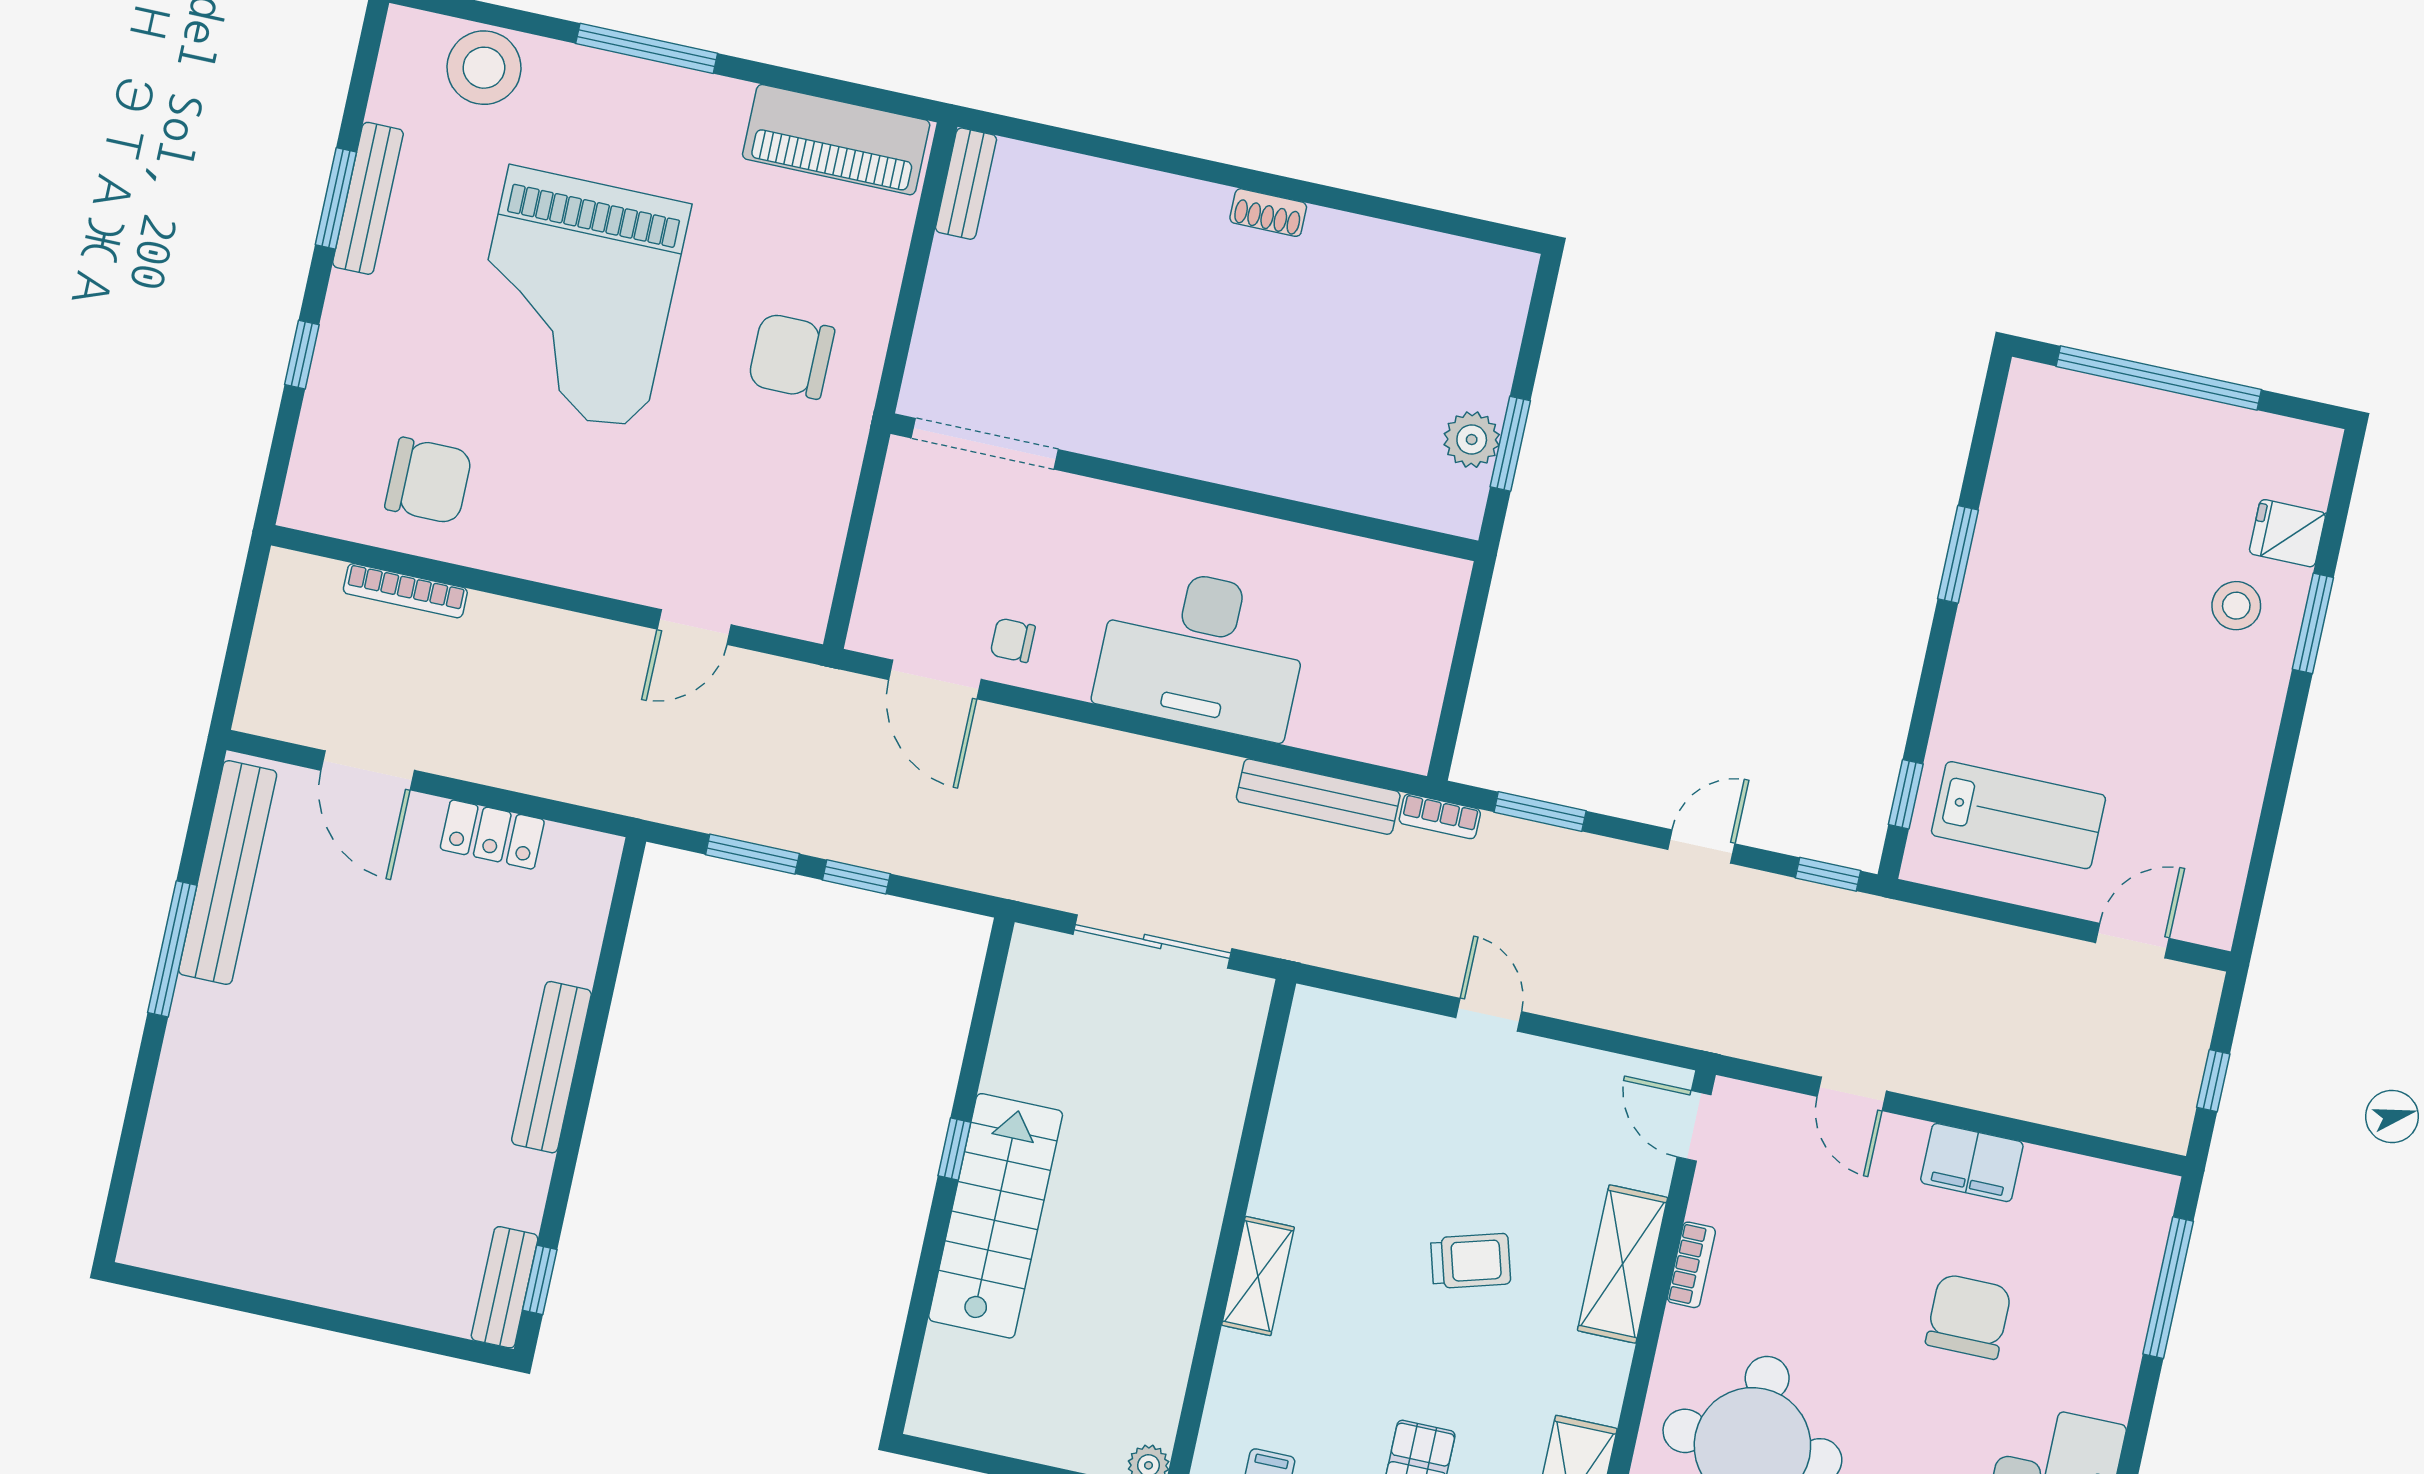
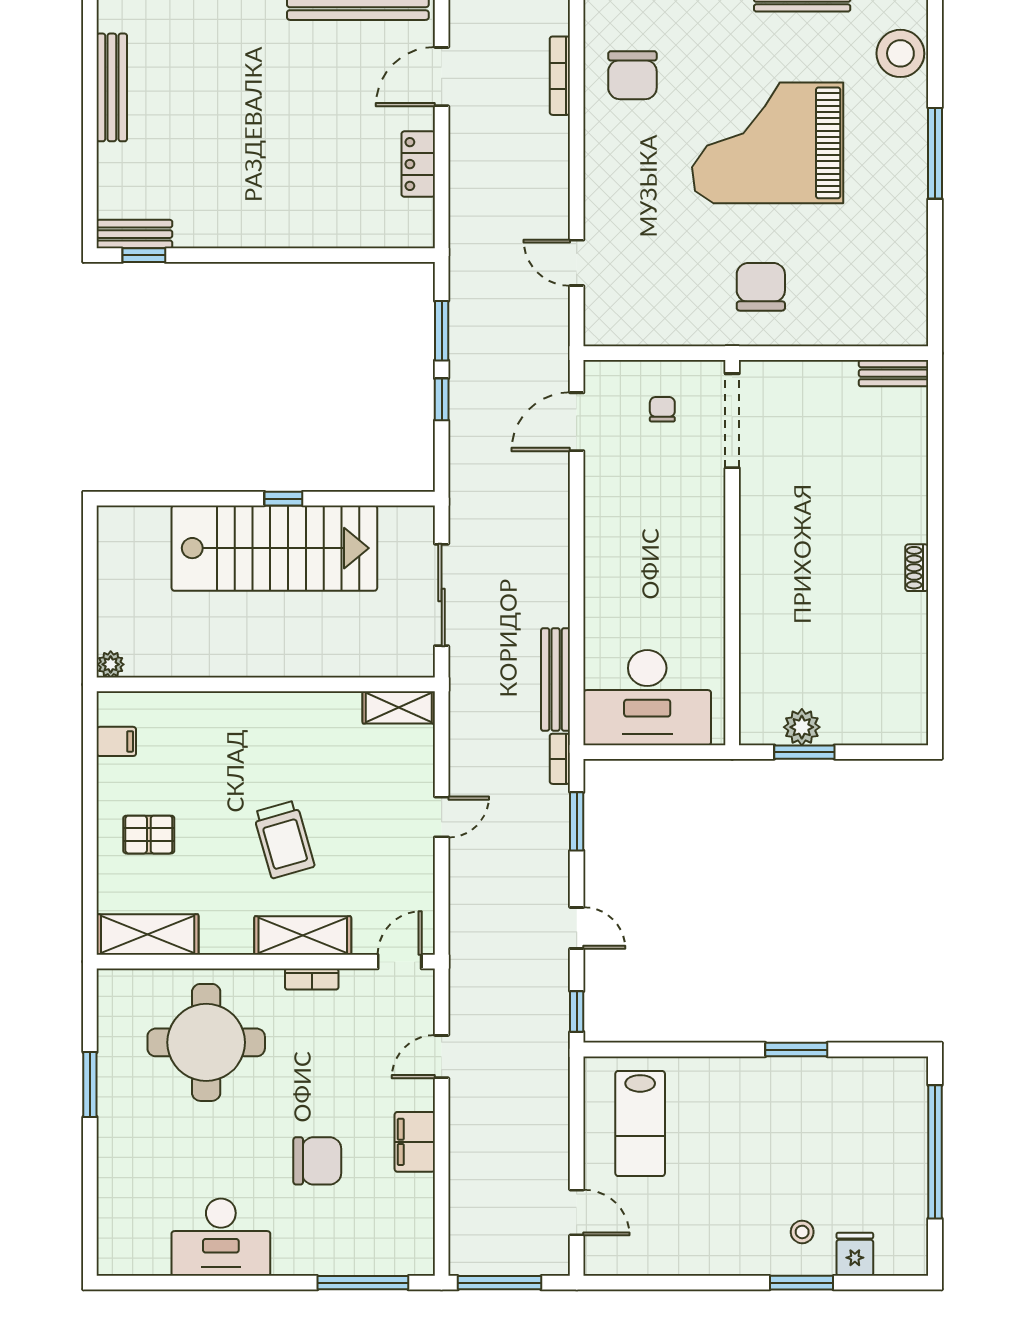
piano: (836, 140) -> (903, 285), removed
stool: (2236, 606) -> (802, 1232), width x0.73, depth x0.73
chair: (1013, 640) -> (662, 409), moved
desk: (1202, 651) -> (647, 698), moved, turned -90
window: (1906, 794) -> (638, 1050), removed
bench: (551, 1067) -> (112, 87), moved, turned 90
window: (2213, 1081) -> (500, 1283), width x2.17
stairs: (996, 1216) -> (274, 548), width x1.36, depth x1.51
trolley: (1471, 1261) -> (284, 839), width x1.36, depth x1.39
shelving: (1258, 1276) -> (399, 707), moved

